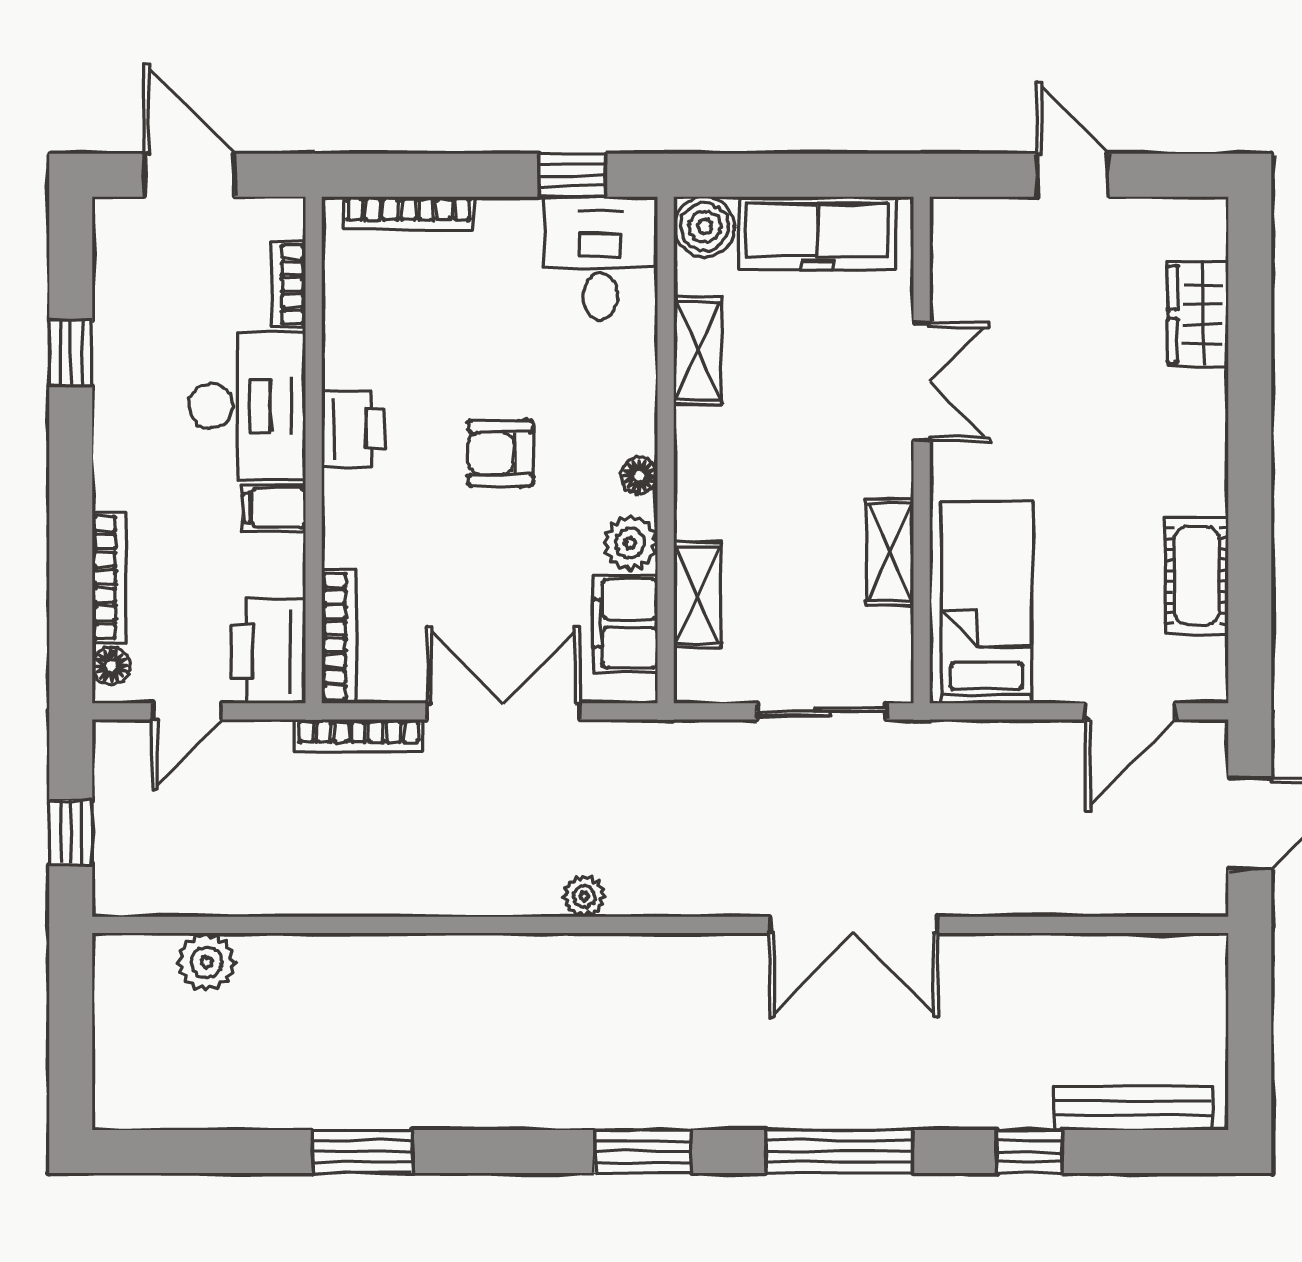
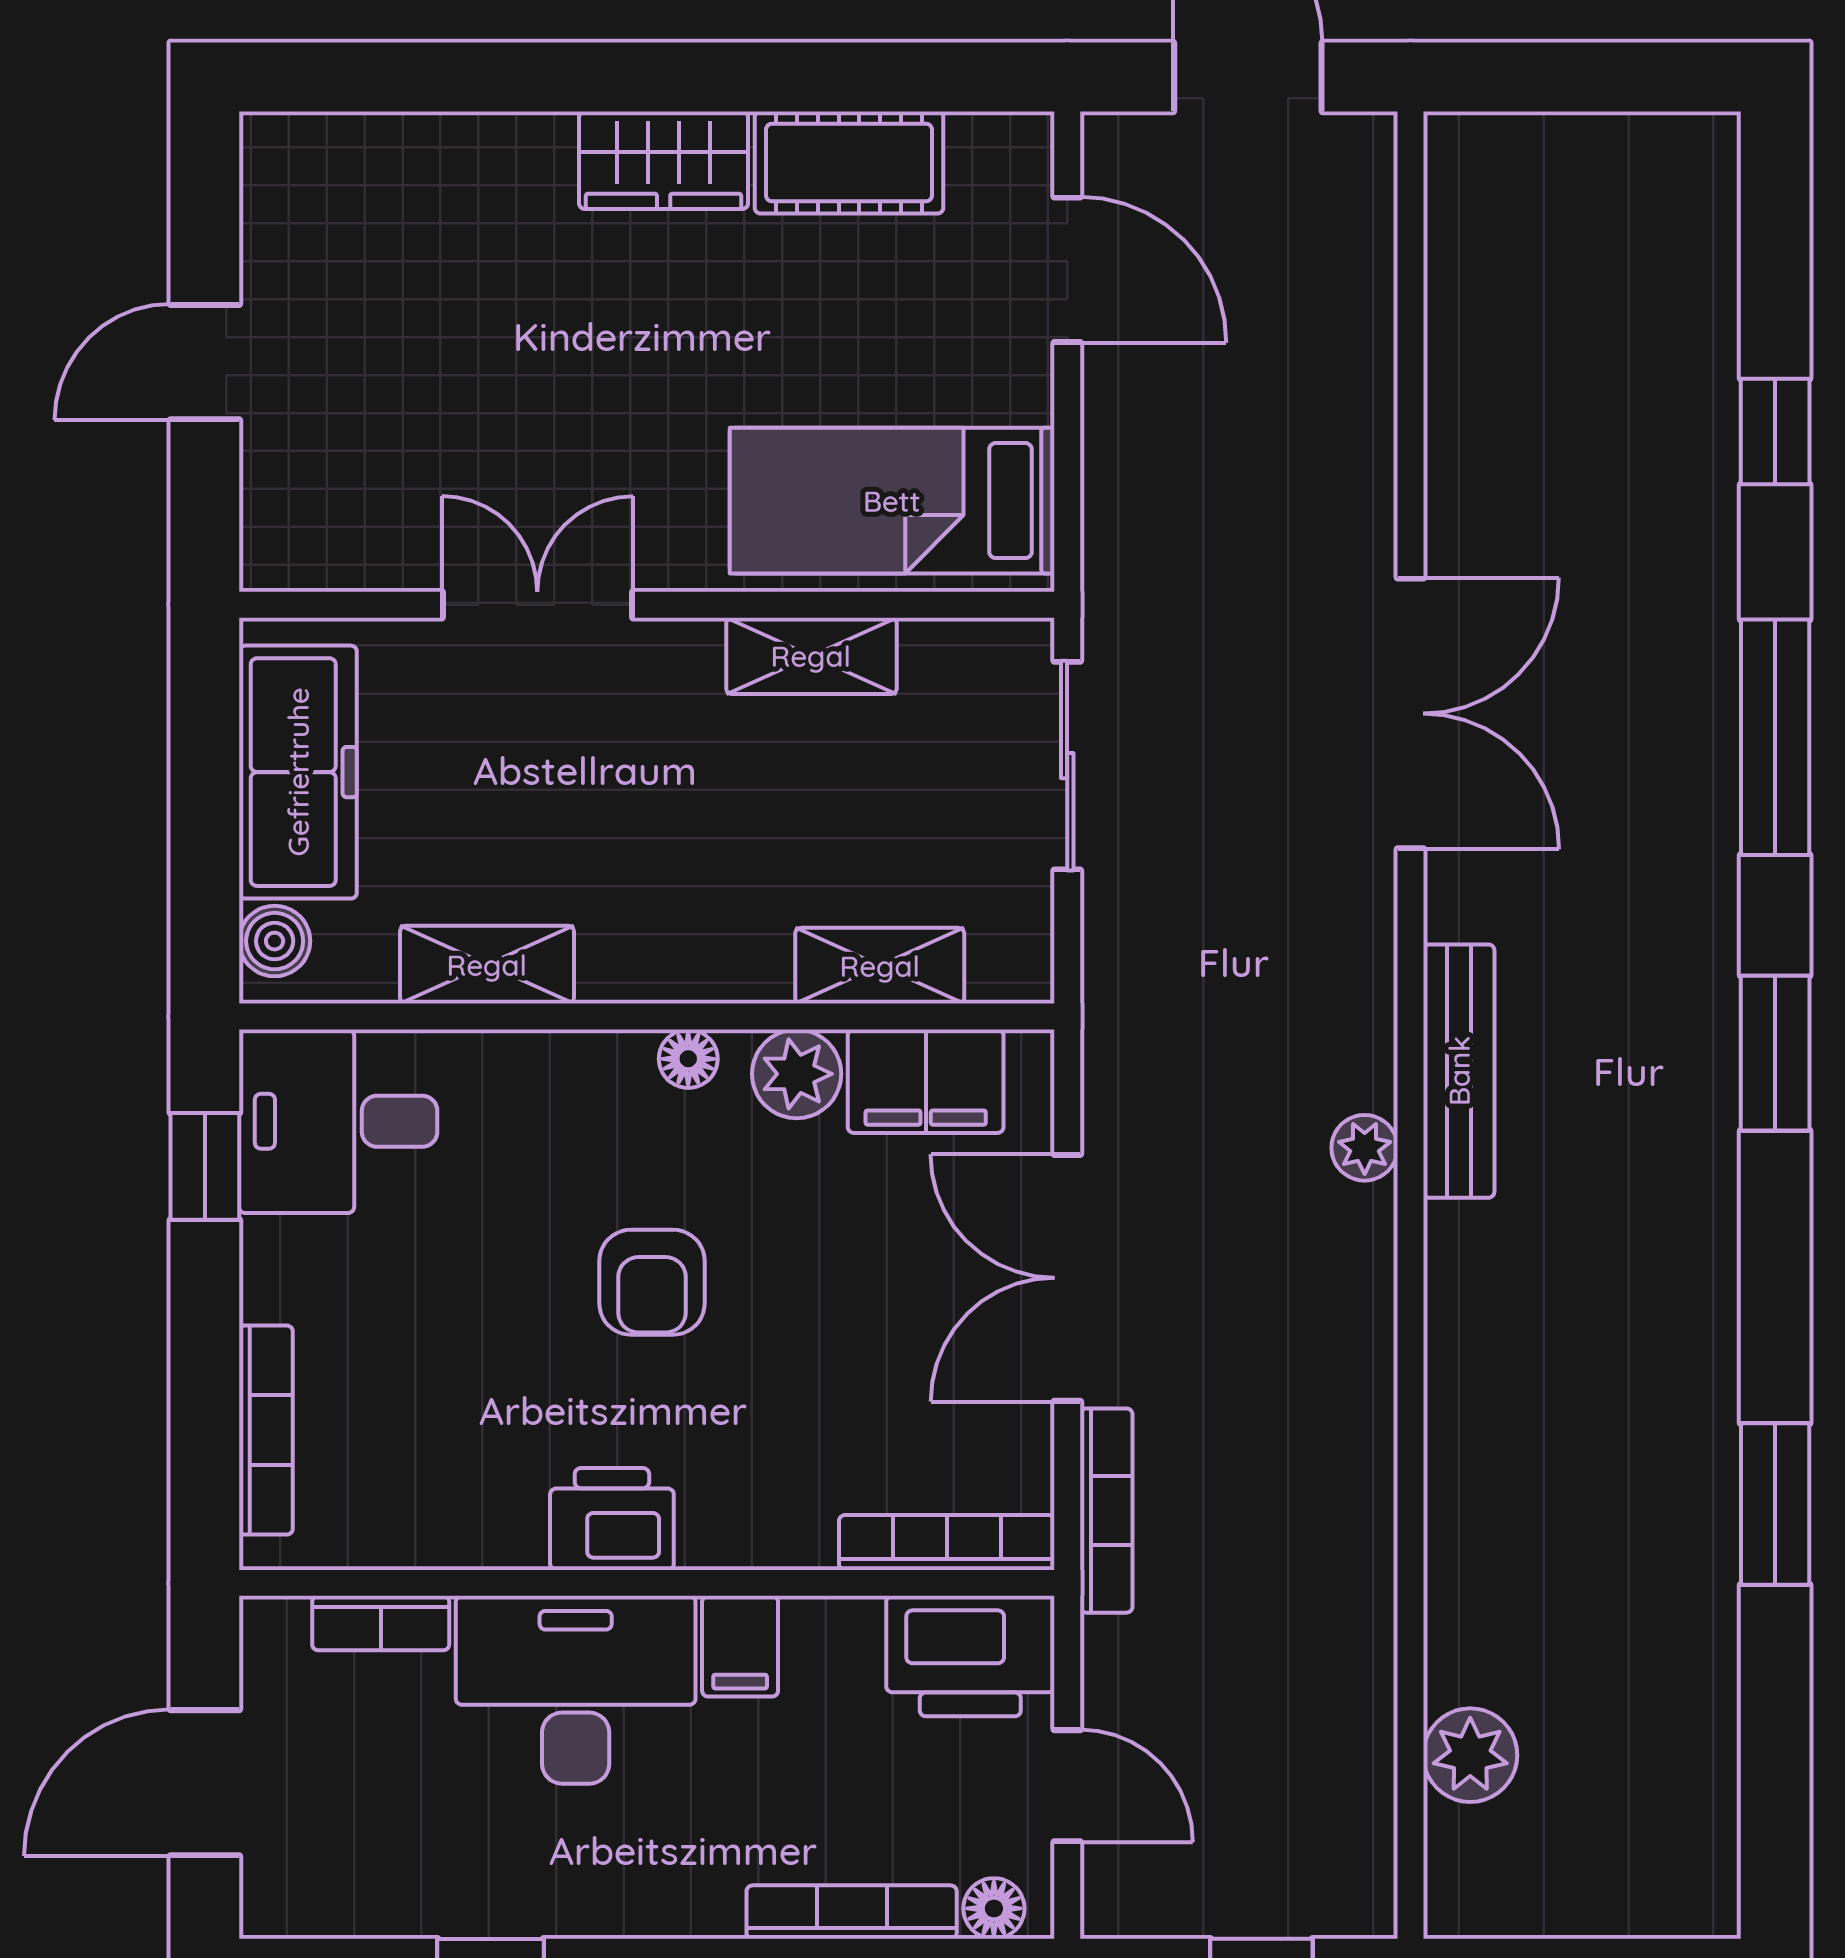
boiler: (705, 227) -> (275, 941), width x0.73, depth x0.73
wardrobe: (1198, 314) -> (664, 160), moved
bench: (1133, 1108) -> (1459, 1071), moved

